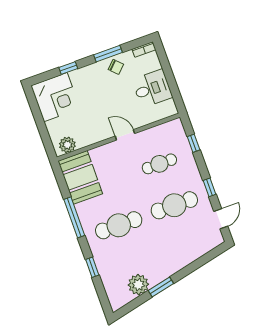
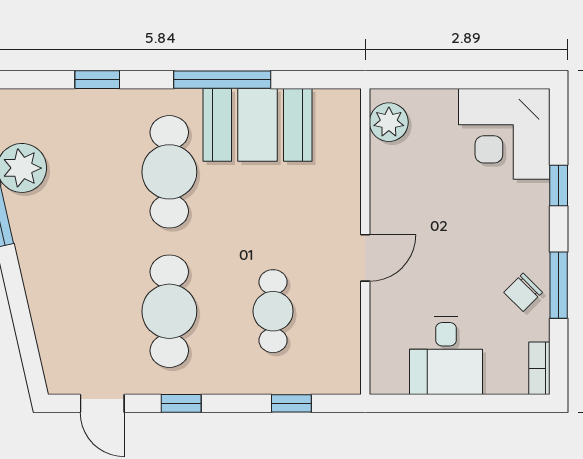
booth: (80, 177) -> (258, 125), moved

